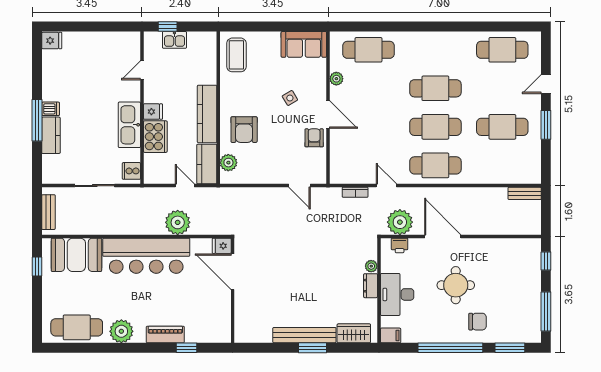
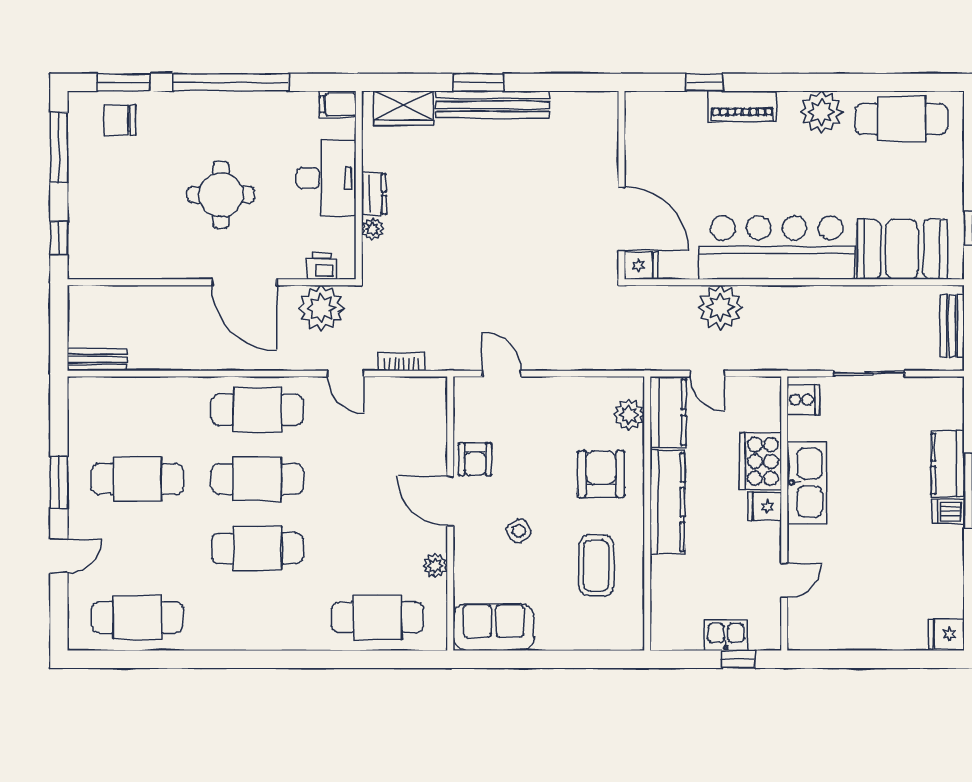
coffee table: (236, 55) -> (596, 566), moved
chair: (478, 322) -> (120, 120), moved

